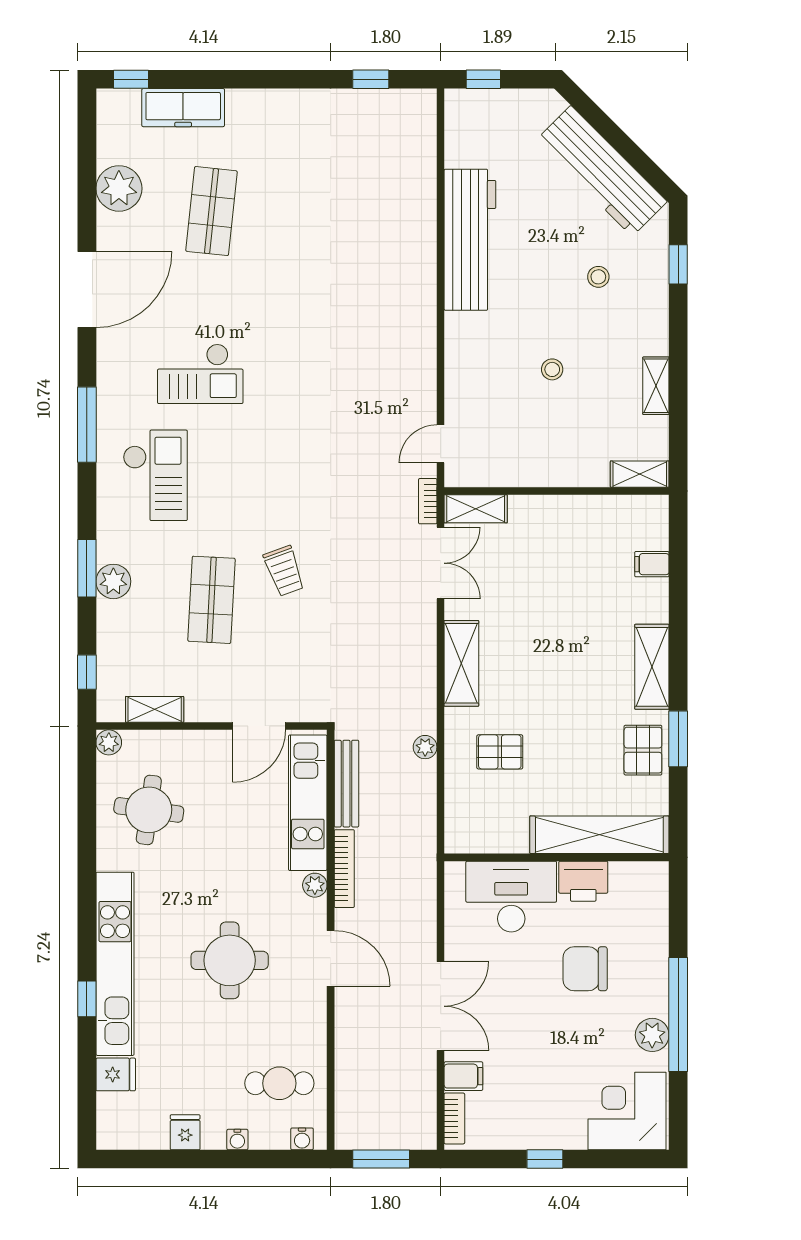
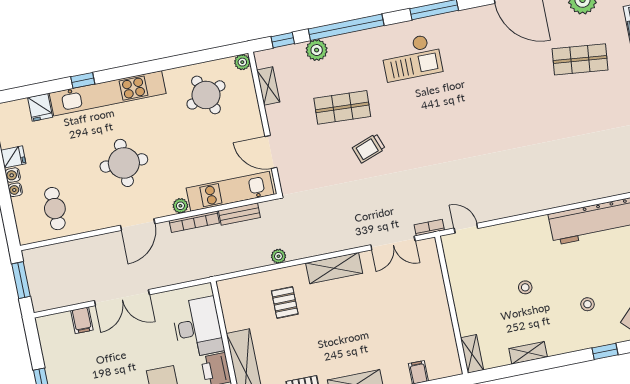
checkout: (200, 374) -> (479, 73), removed
shelving: (476, 509) -> (431, 258), removed
window: (87, 568) -> (346, 27), width x2.11
plant: (113, 581) -> (317, 50), moved
bench: (346, 784) -> (239, 214), width x0.73
round table: (149, 810) -> (206, 95), turned -30
bookcase: (454, 1118) -> (55, 320), removed
water cooler: (302, 1139) -> (13, 175), moved

